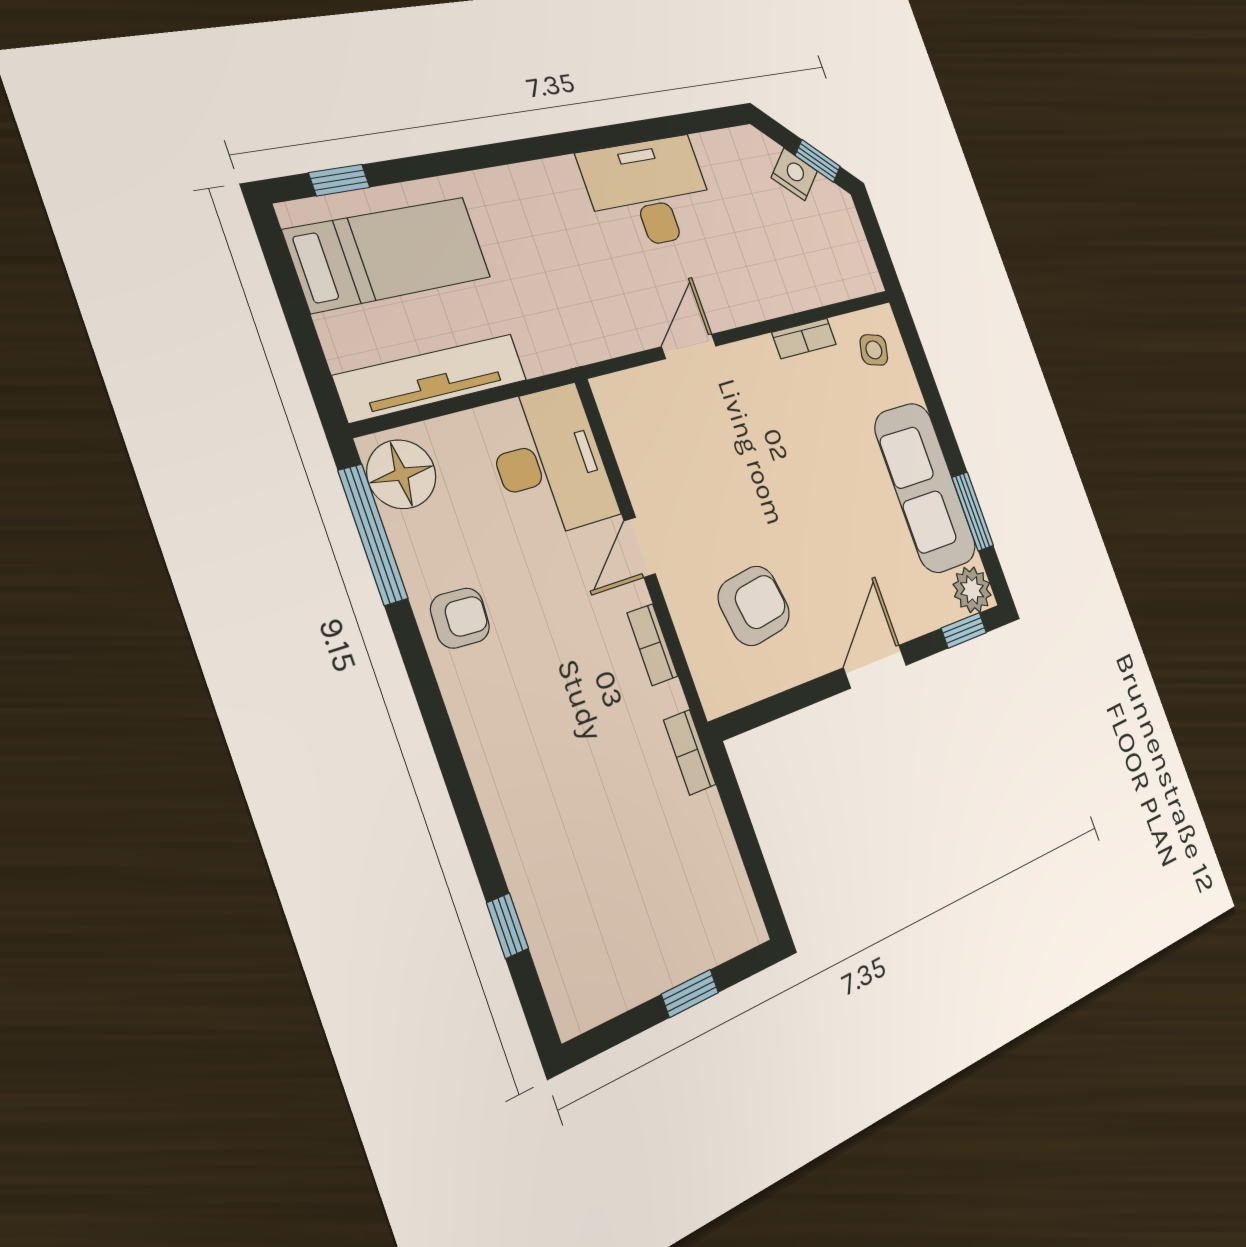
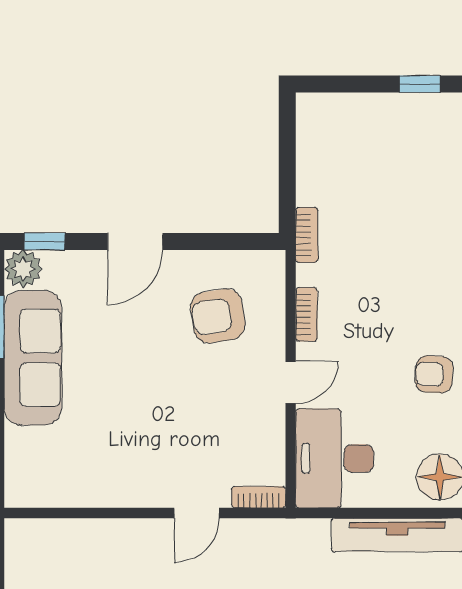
bookcase: (804, 338) -> (259, 497), moved
side table: (874, 350) -> (35, 474), removed
window: (690, 993) -> (420, 84), moved

